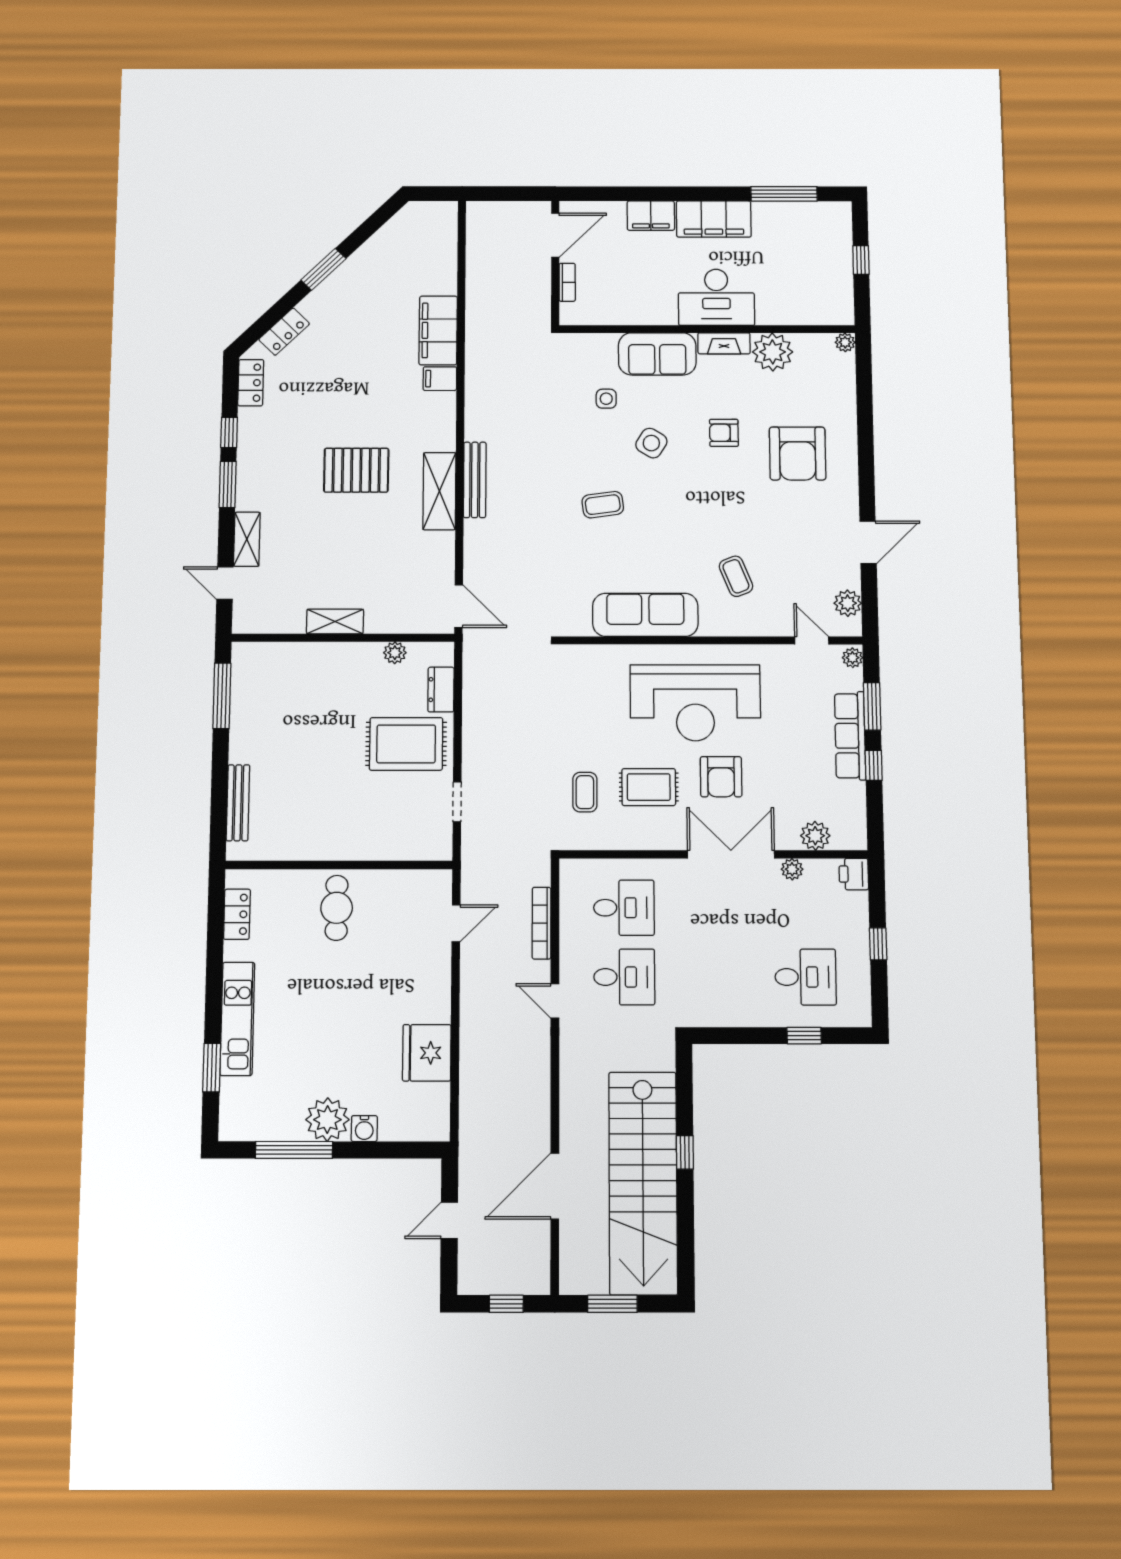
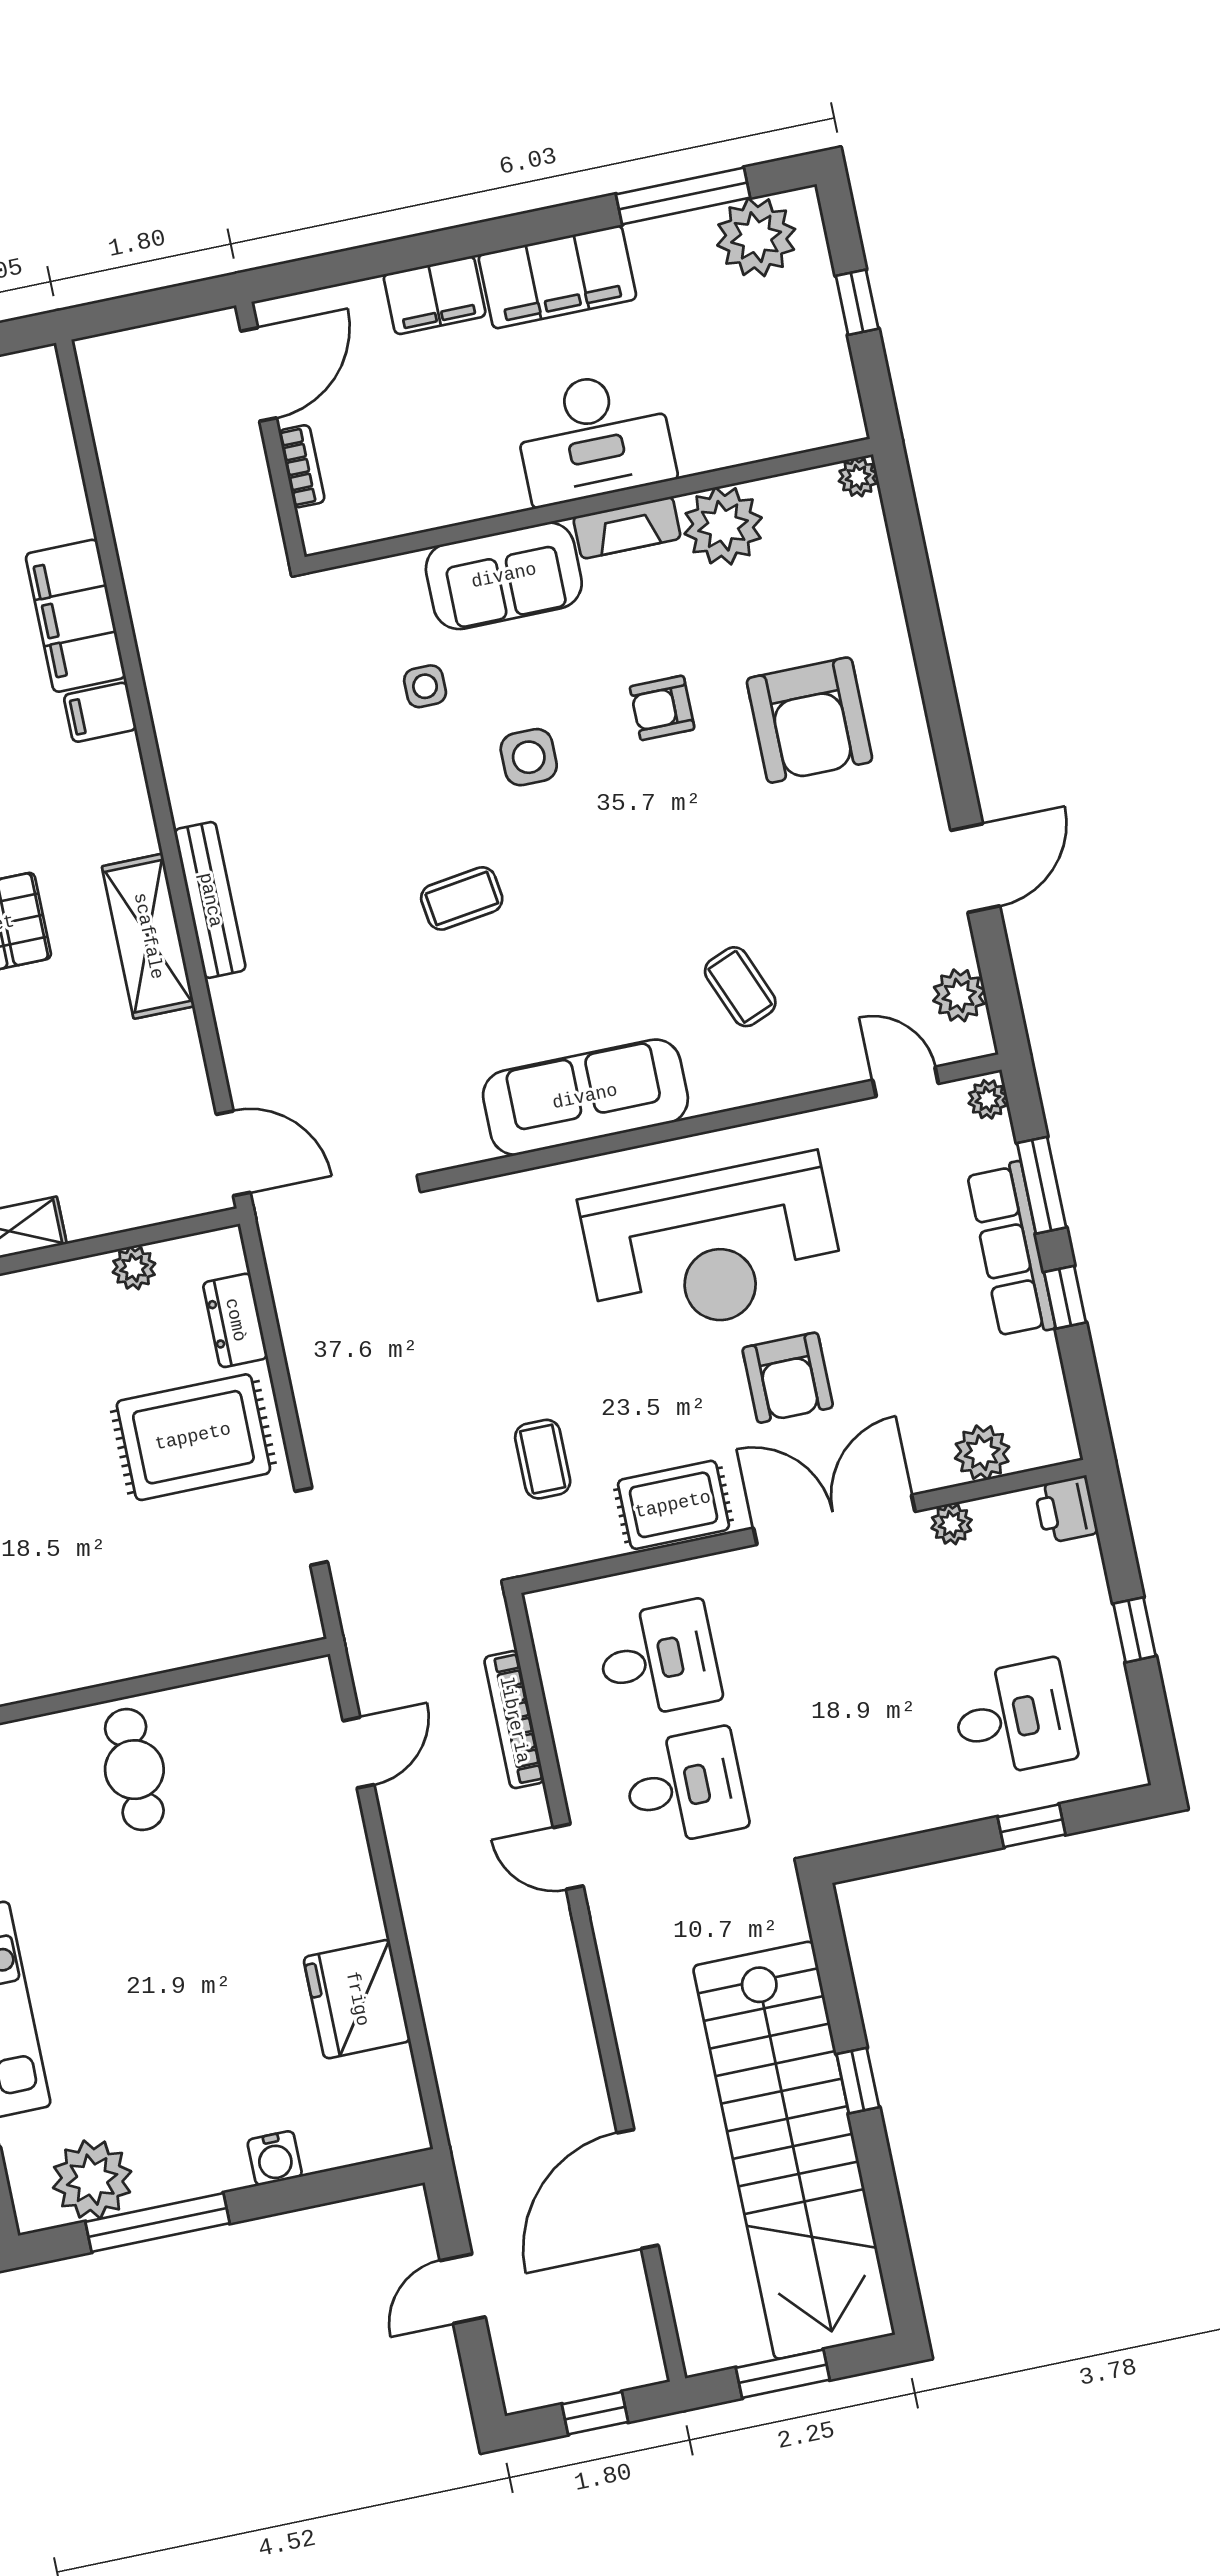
plant: (817, 220) -> (756, 237), added
side table: (651, 443) -> (529, 757), turned -32
rug: (649, 787) -> (673, 1505), moved
plant: (327, 1120) -> (92, 2180), moved

